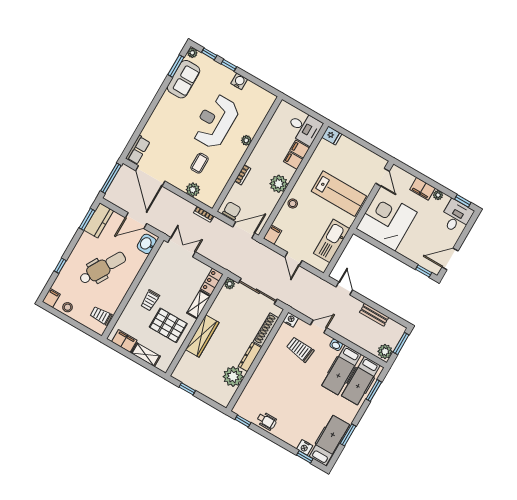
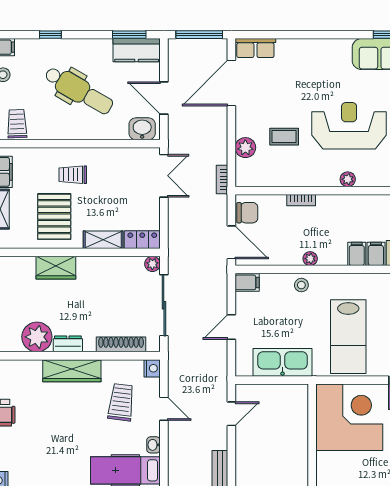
plant: (279, 184) -> (310, 259), width x0.53, depth x0.53
wardrobe: (202, 336) -> (56, 268), width x0.67
dresser: (250, 357) -> (68, 344), width x0.70
wardrobe: (265, 367) -> (72, 371), added

